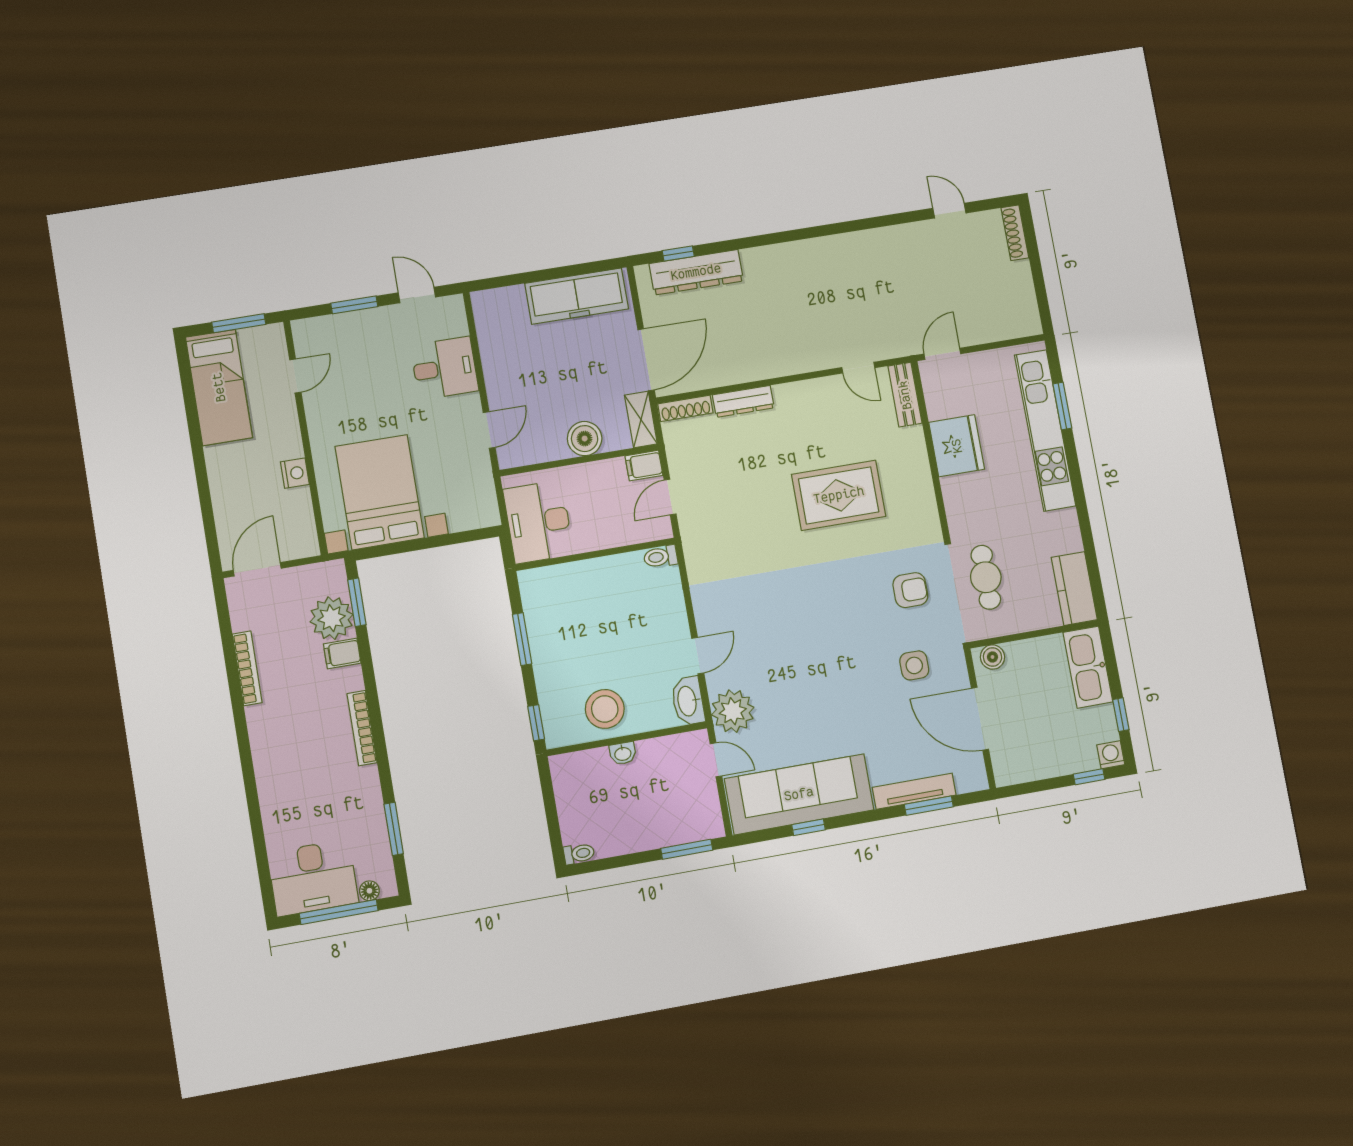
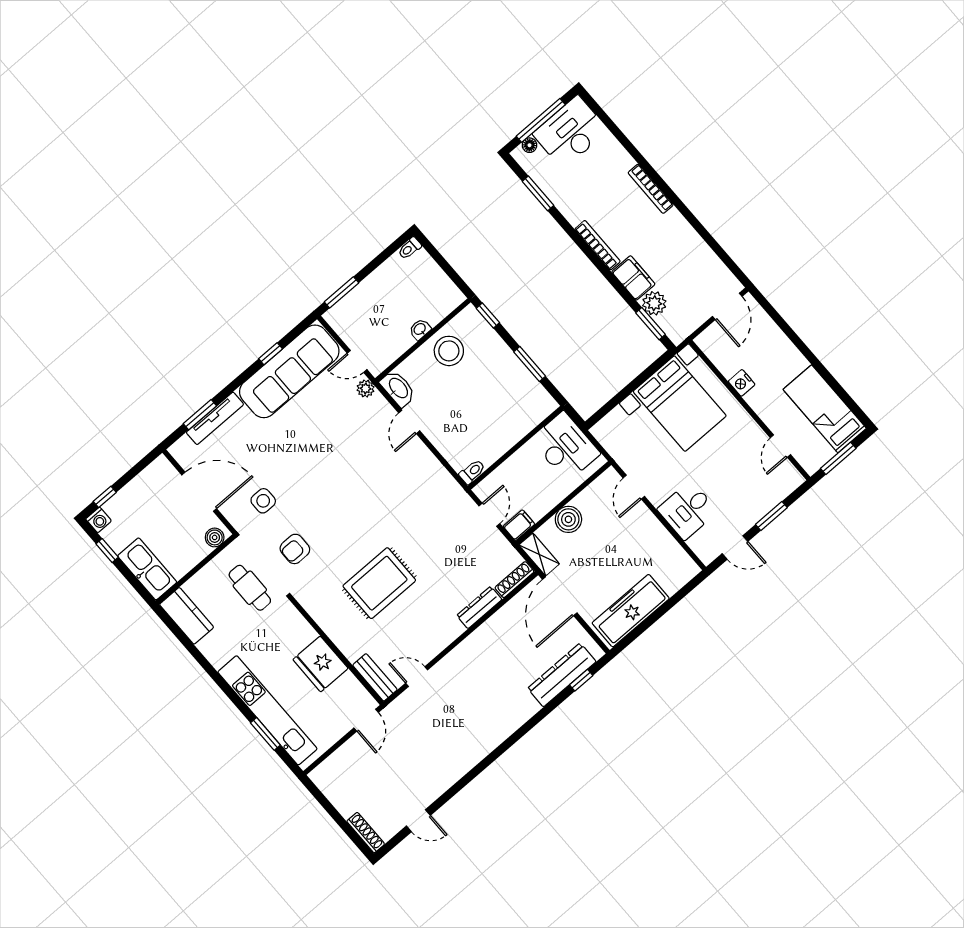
plant: (332, 618) -> (654, 303), width x0.73, depth x0.73
filing cabinet: (342, 653) -> (633, 278), width x2.00
bookcase: (247, 668) -> (651, 189), moved
plant: (733, 711) -> (366, 389), width x0.53, depth x0.53

